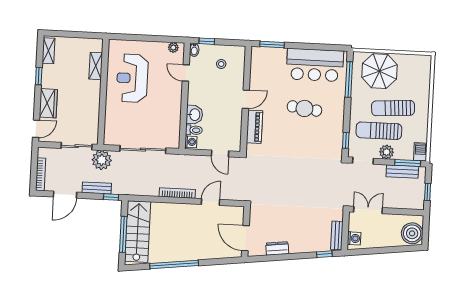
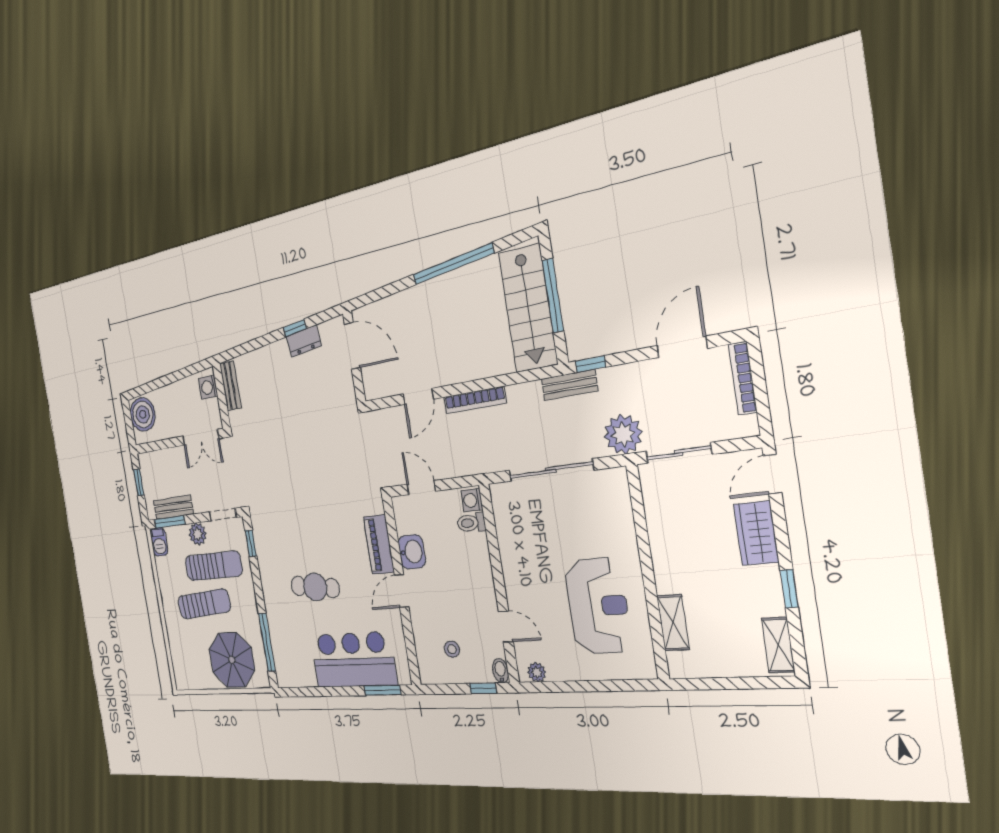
bar counter: (315, 65) -> (353, 660), moved
washbasin: (194, 115) -> (412, 552), moved, turned 180
bench: (97, 188) -> (569, 385), moved
window: (324, 254) -> (295, 328), moved

